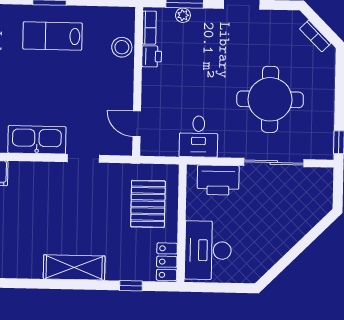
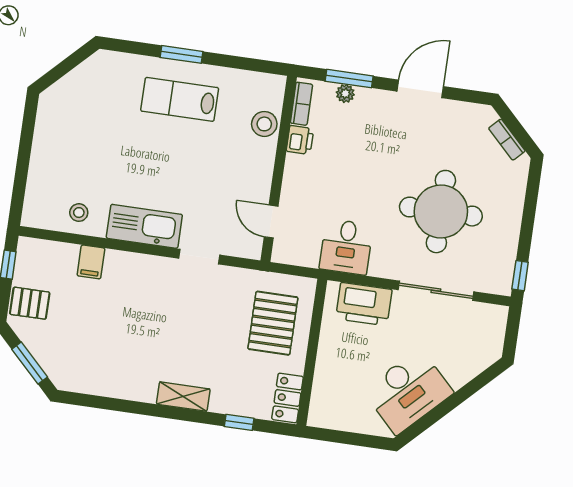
desk: (208, 250) -> (408, 392), moved, turned -135
shelving: (74, 267) -> (183, 397), width x0.67, depth x0.75

